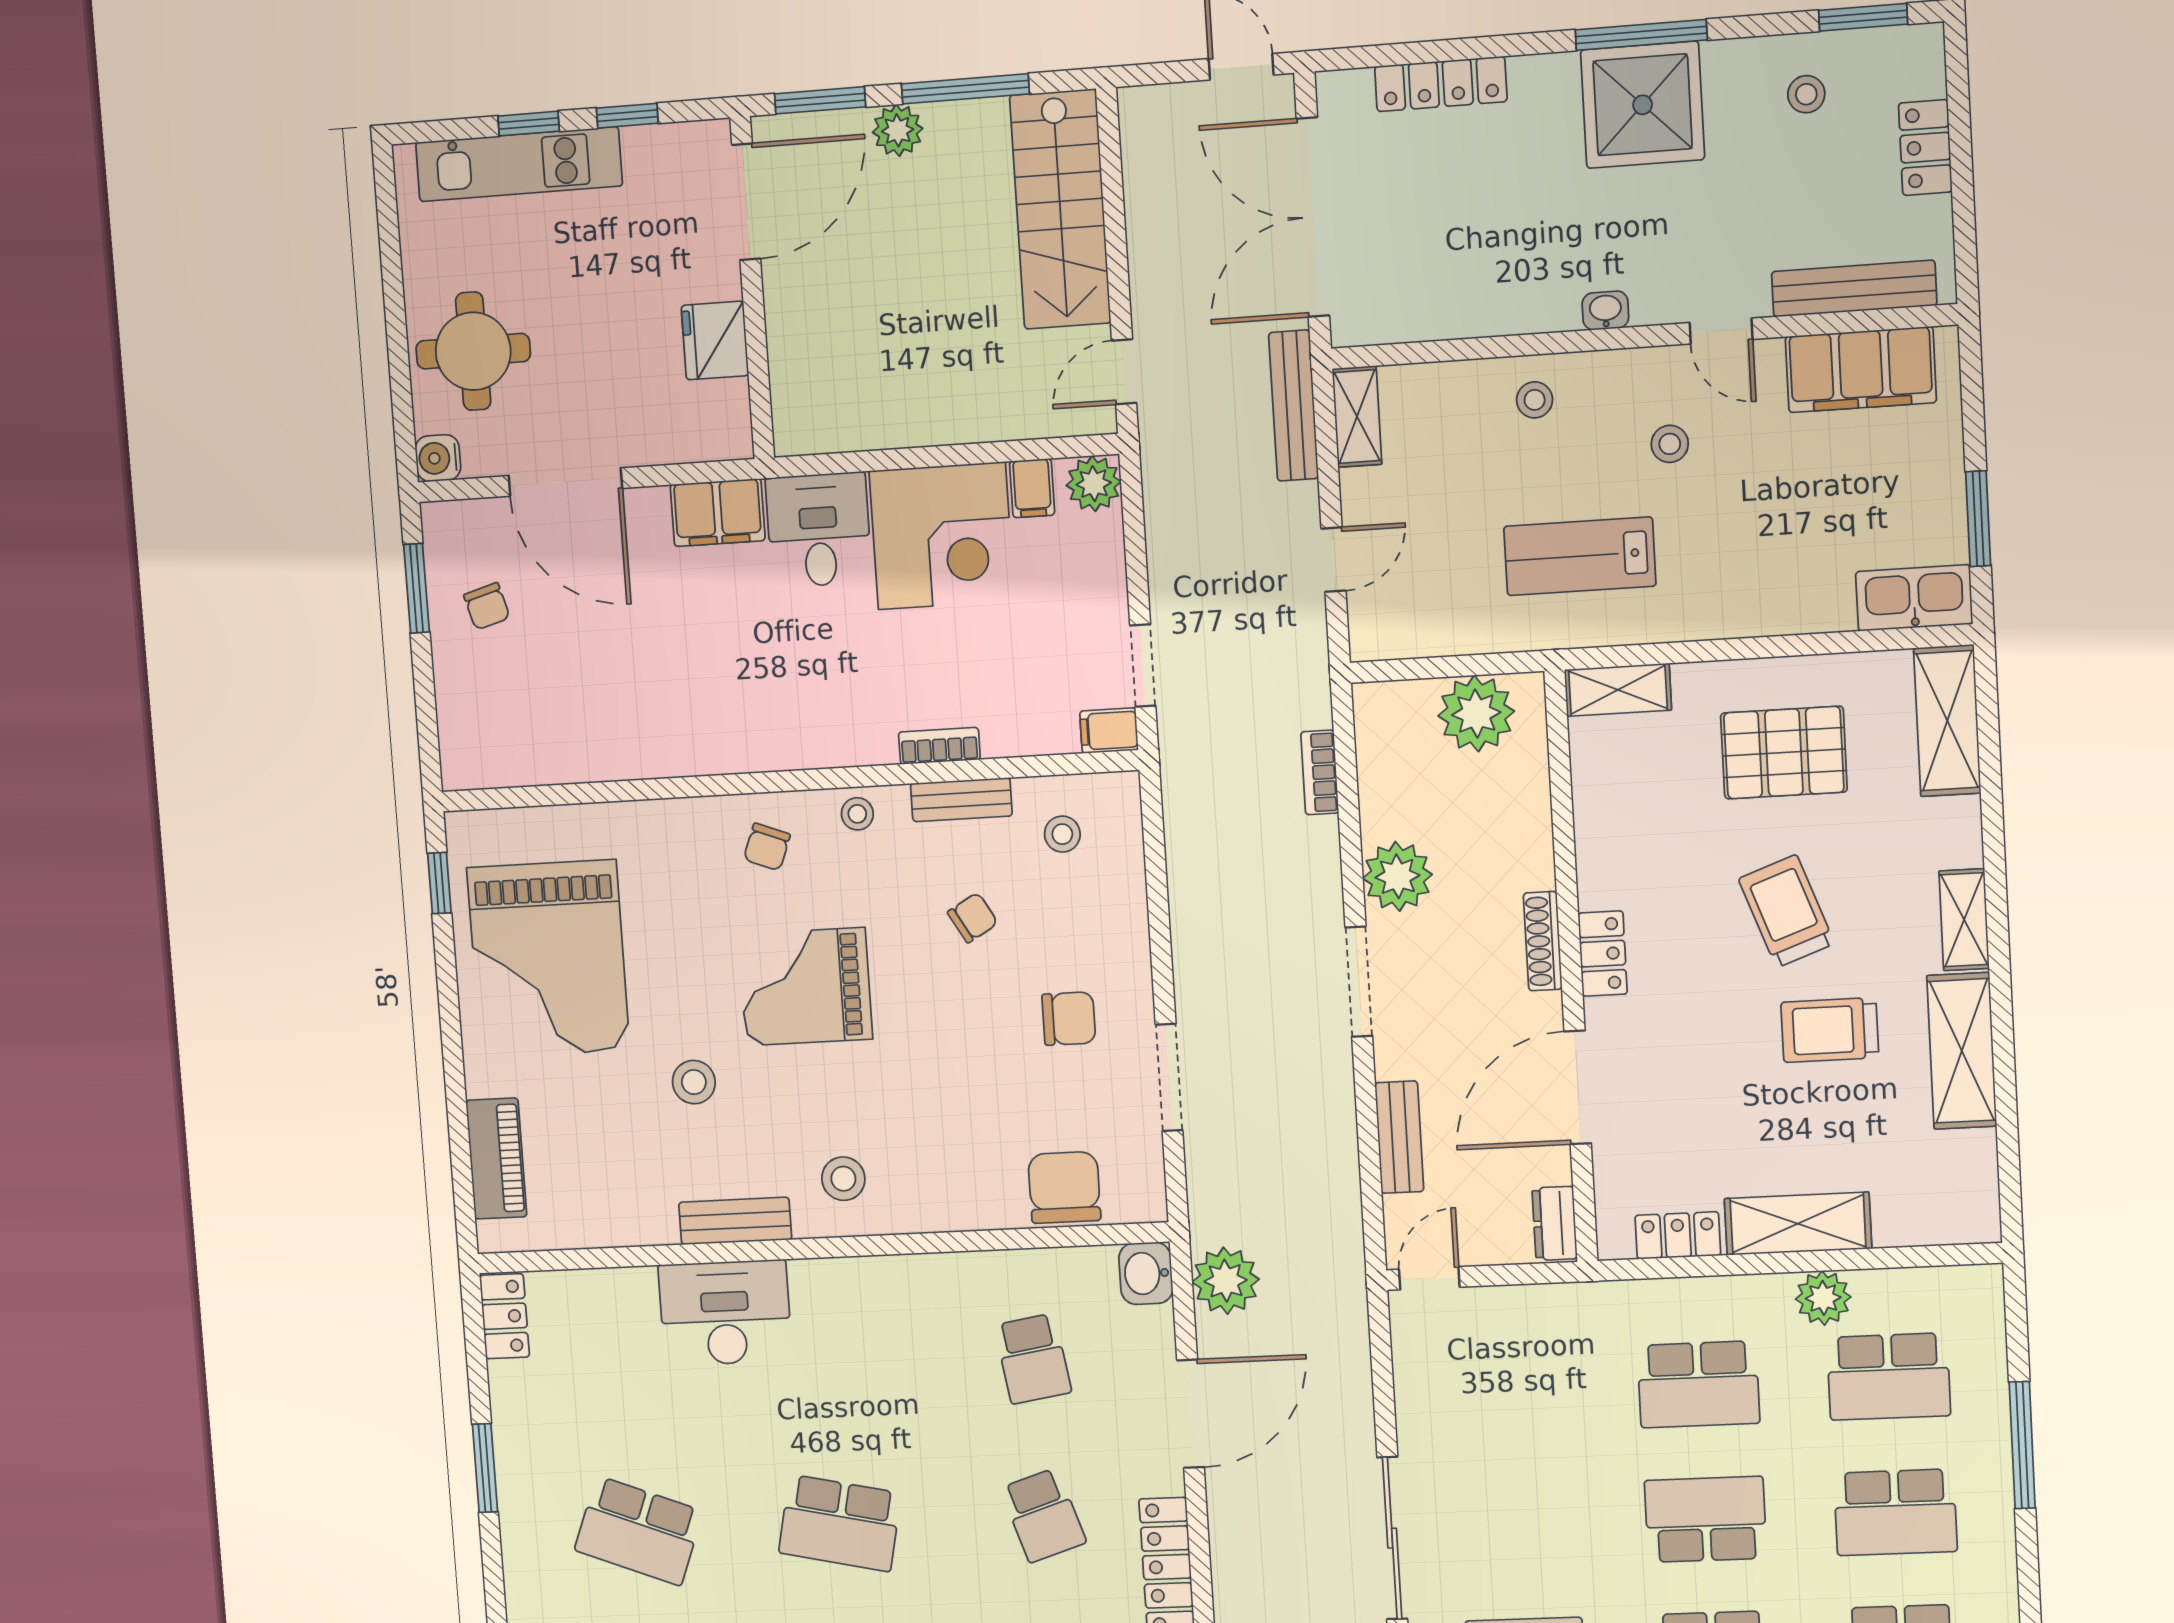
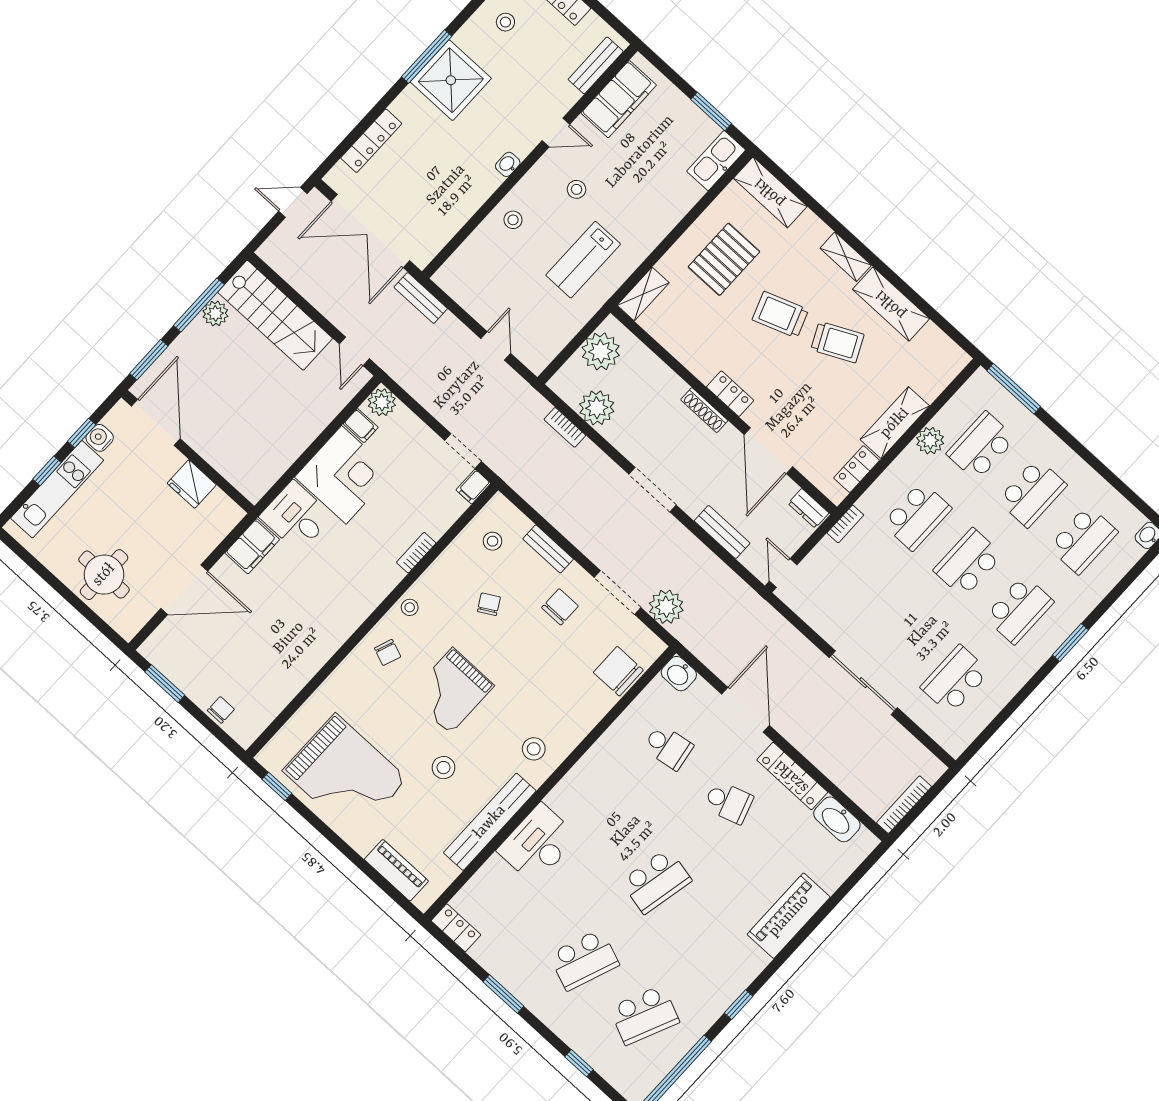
plant: (898, 130) -> (215, 313), moved
bench: (1854, 288) -> (596, 65), width x0.73
bench: (1294, 406) -> (421, 298), width x0.73
shelving: (1357, 417) -> (455, 287), removed
water cooler: (438, 458) -> (100, 438), moved, turned 90
chair: (487, 606) -> (221, 710), moved, turned -74
bench: (961, 800) -> (548, 549), moved, turned 90
plant: (1397, 876) -> (597, 408), moved
trolley: (1830, 1030) -> (837, 342), turned -116
bench: (735, 1221) -> (490, 822), width x1.86, depth x1.21
plant: (1226, 1281) -> (666, 607), moved
bookcase: (1585, 1296) -> (845, 524), added
school desk: (1889, 1377) -> (981, 446), turned 180
window: (2022, 1445) -> (1014, 389), moved

